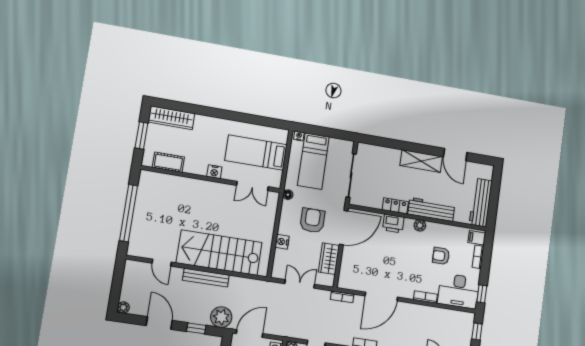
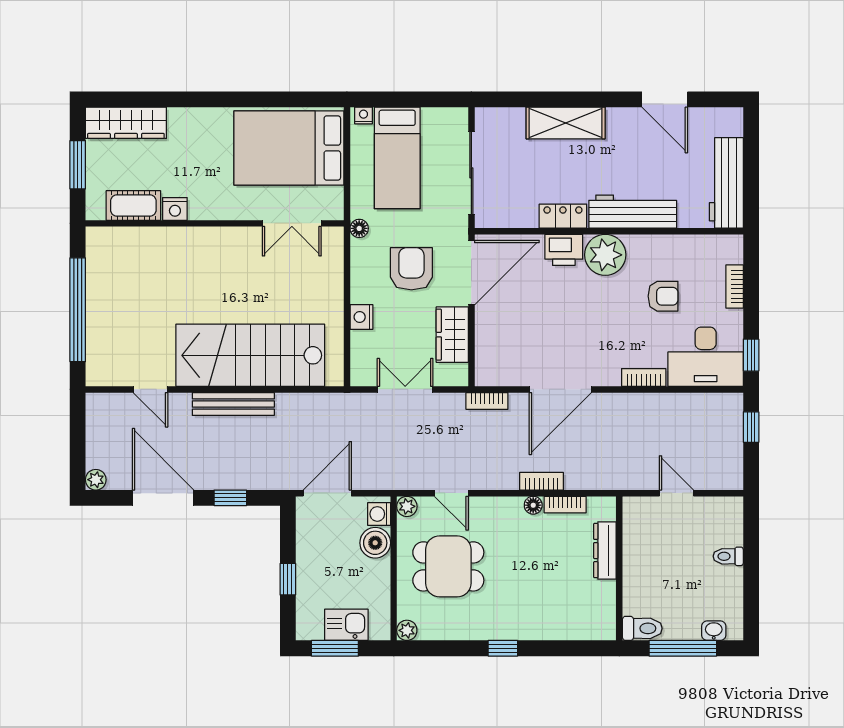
bed: (256, 153) -> (289, 148), width x1.50
shelving: (421, 161) -> (566, 123), moved
nightstand: (214, 172) -> (175, 209), moved
plant: (420, 225) -> (605, 255), width x1.87, depth x1.87
filing cabinet: (477, 238) -> (727, 251), removed
armchair: (441, 256) -> (663, 296), turned 180
plant: (221, 317) -> (272, 471), removed
door: (159, 323) -> (163, 498), width x1.36

